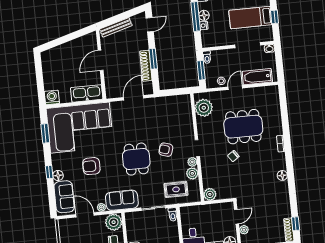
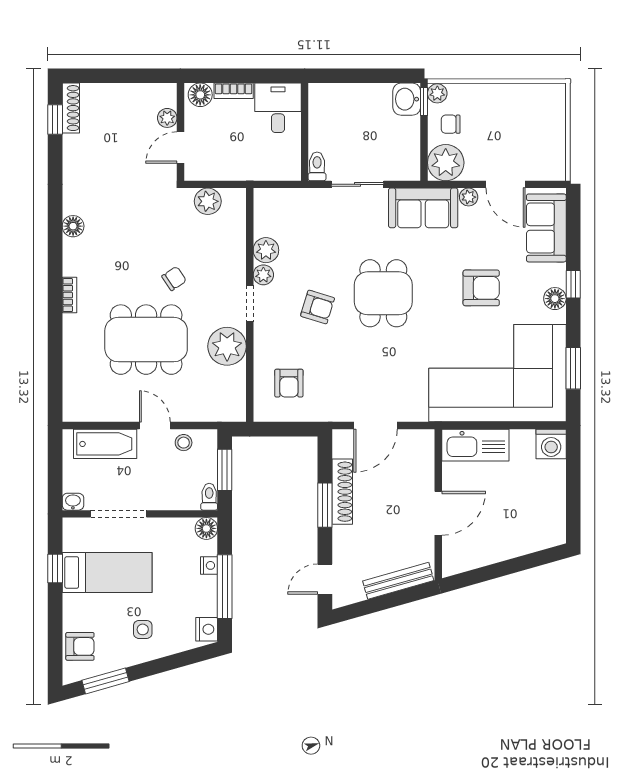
floor lamp: (204, 15) -> (206, 528), moved
door: (235, 87) -> (155, 426), swing flipped
plant: (204, 108) -> (227, 346), moved
armchair: (175, 113) -> (289, 383), added
floor lamp: (58, 175) -> (555, 299), moved
rug: (176, 189) -> (304, 219), removed
plant: (210, 194) -> (208, 201), moved

